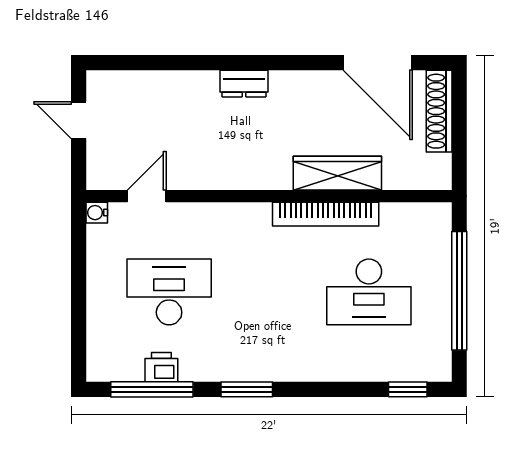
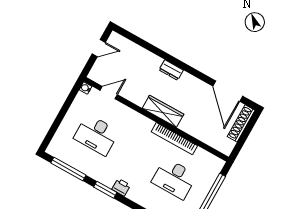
door: (79, 120) -> (99, 48), swing flipped
wardrobe: (337, 173) -> (163, 111), moved
desk: (169, 292) -> (96, 135), turned 180
printer: (161, 367) -> (121, 187), moved

